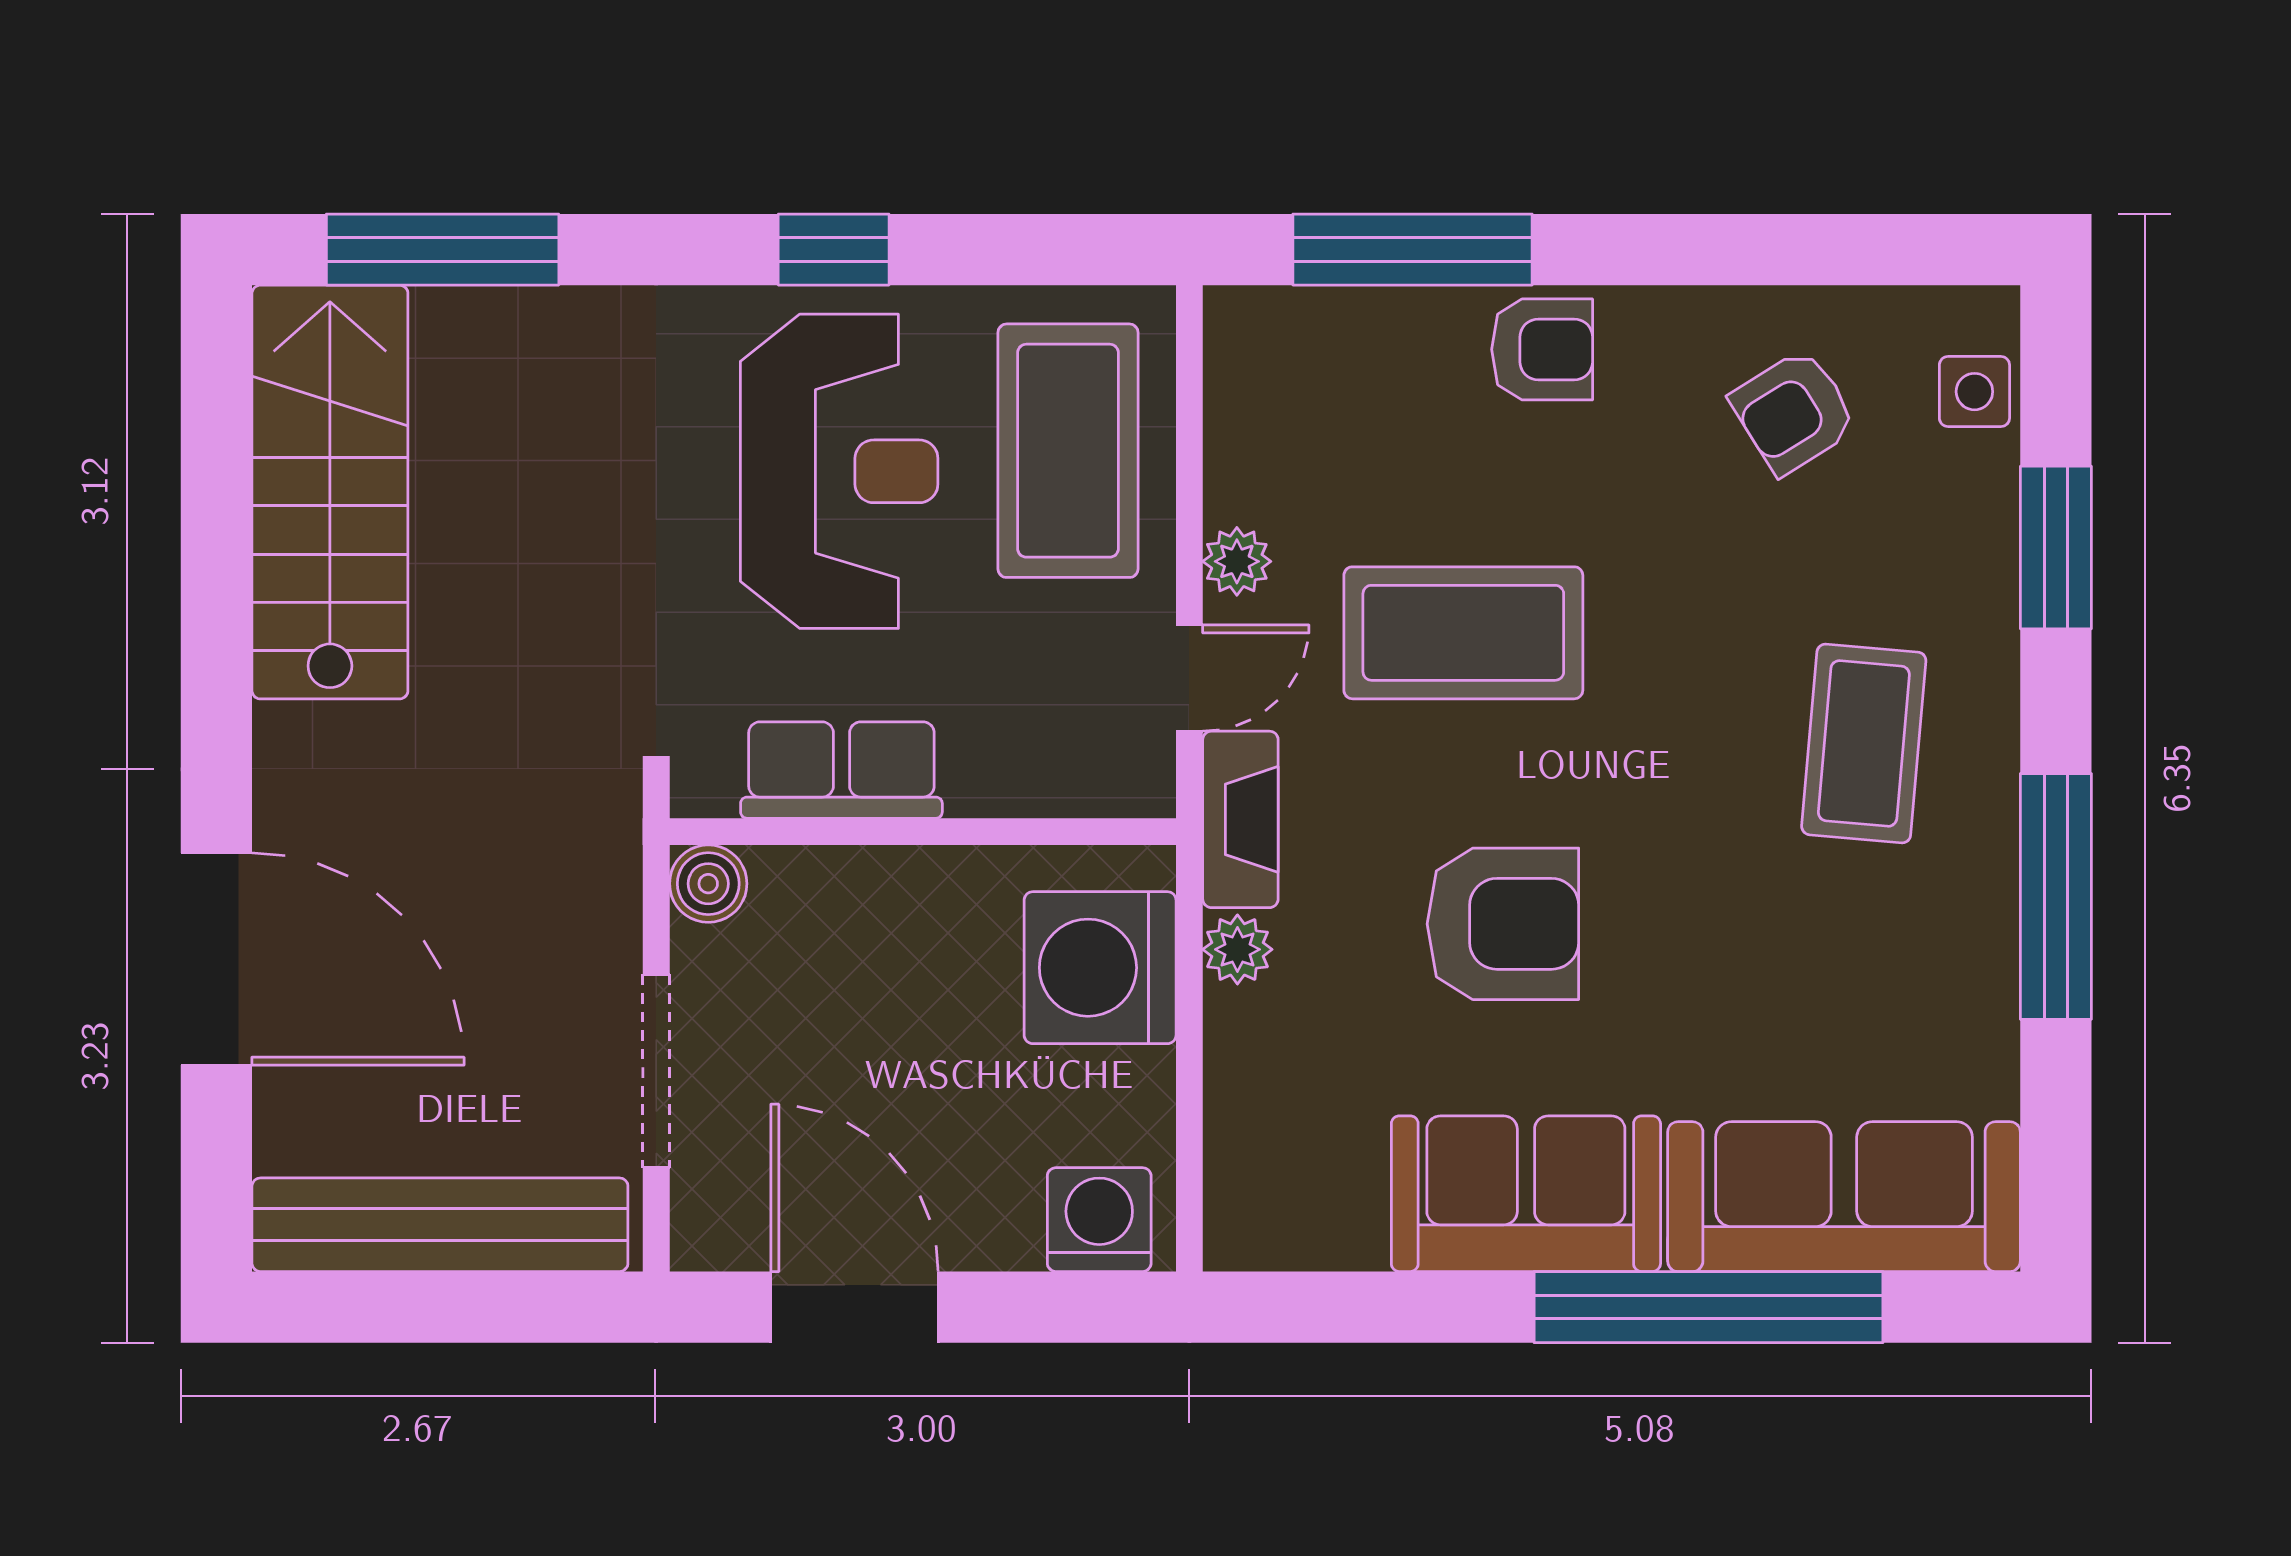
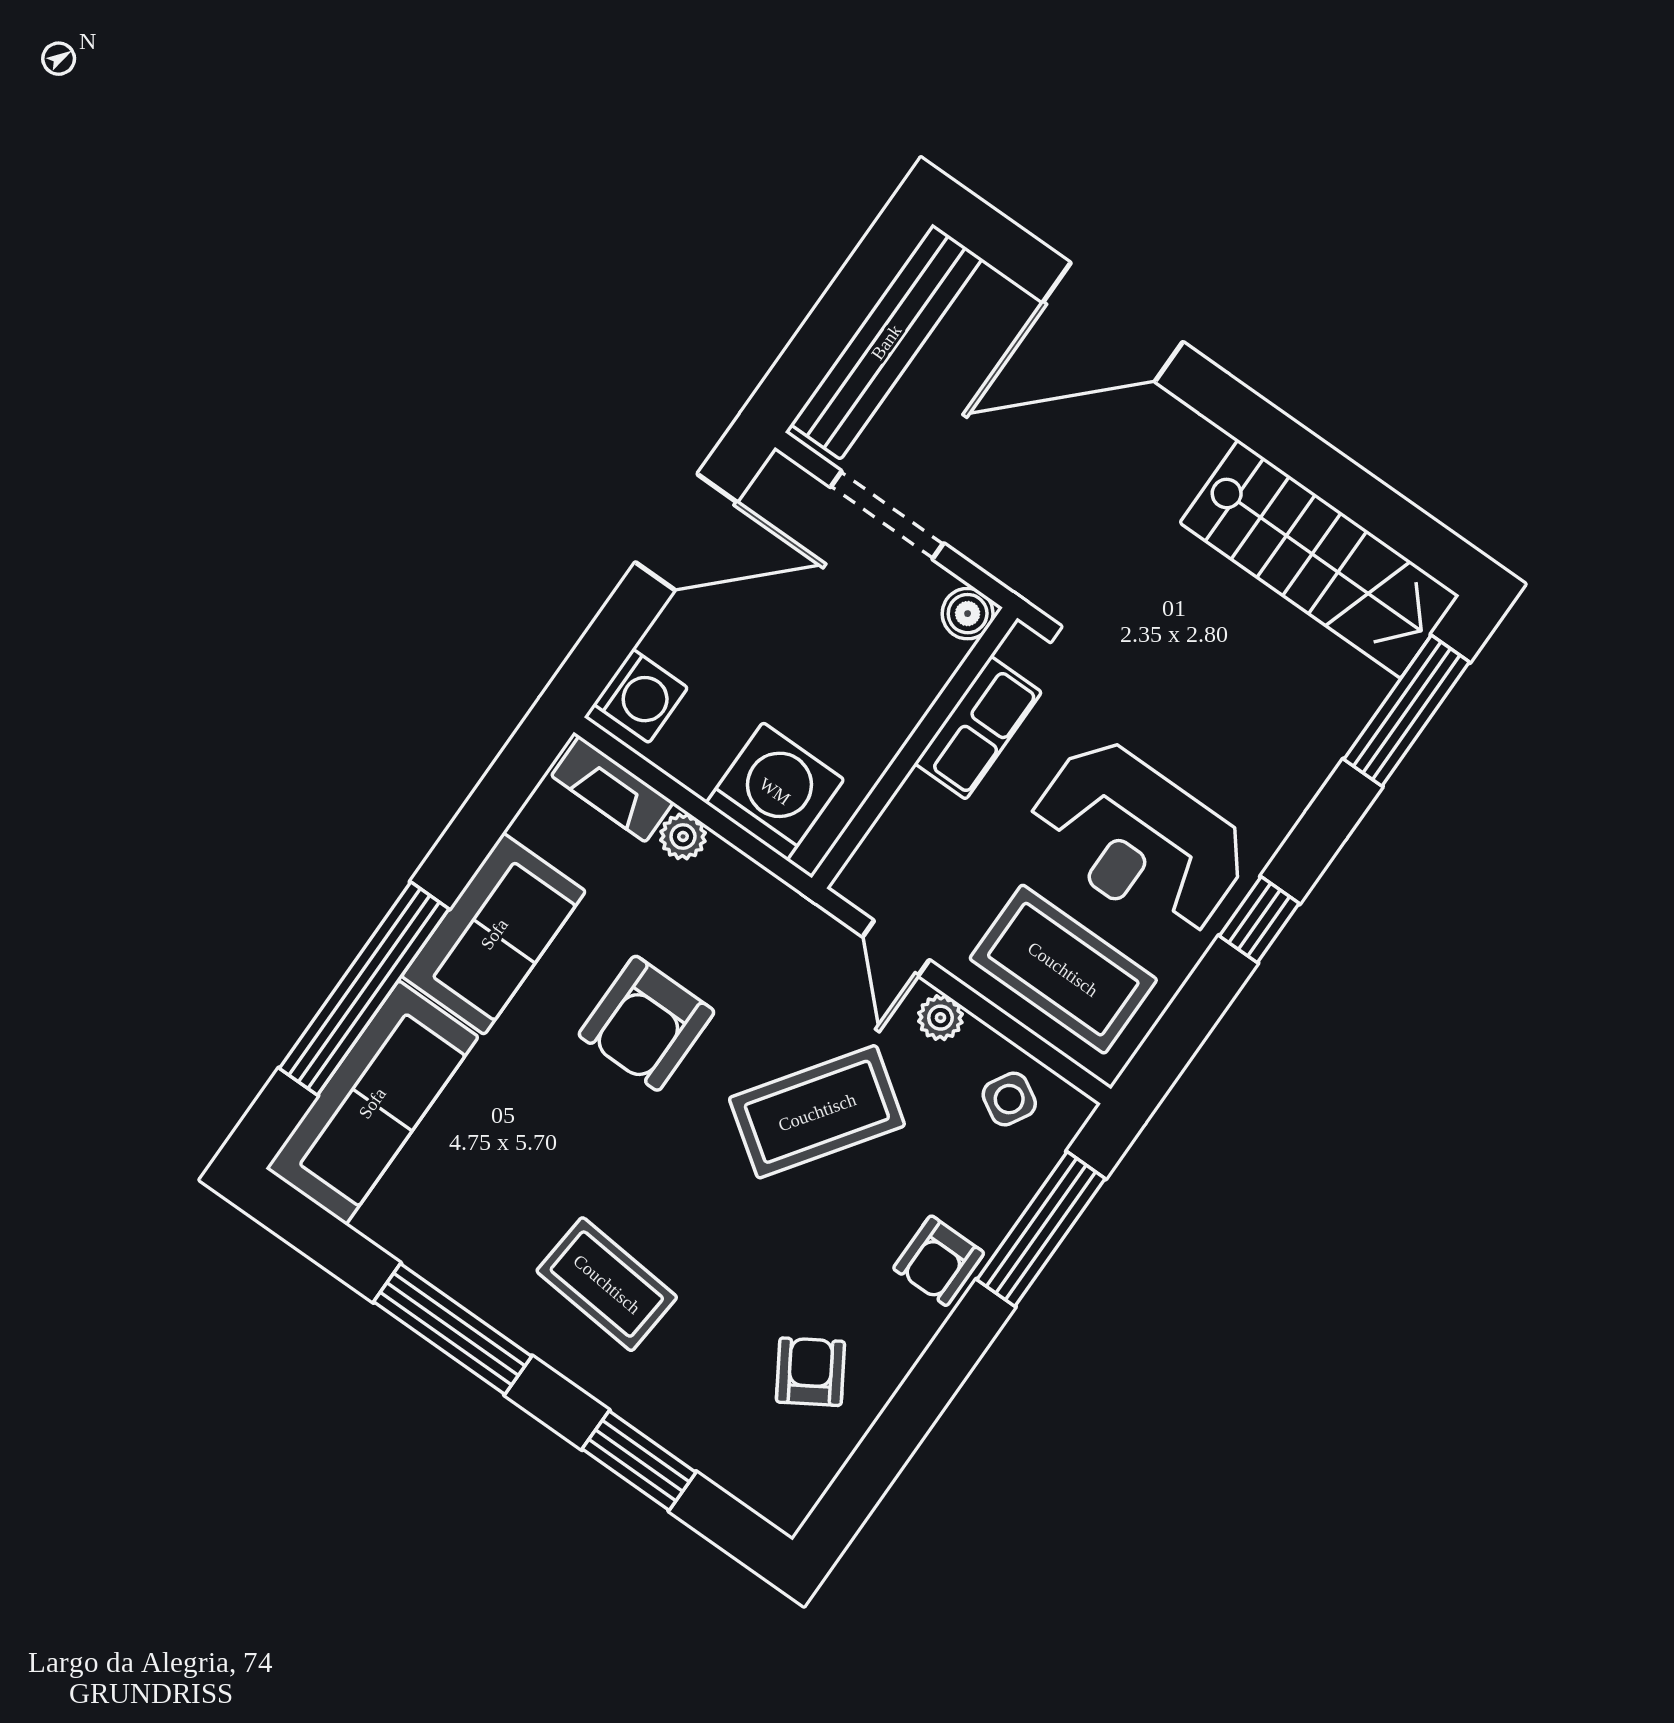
side table: (1974, 392) -> (1009, 1099), moved, turned 30
coffee table: (1463, 633) -> (817, 1112), turned 35
fireplace: (1240, 819) -> (612, 789), moved
plant: (1237, 949) -> (683, 836), moved

